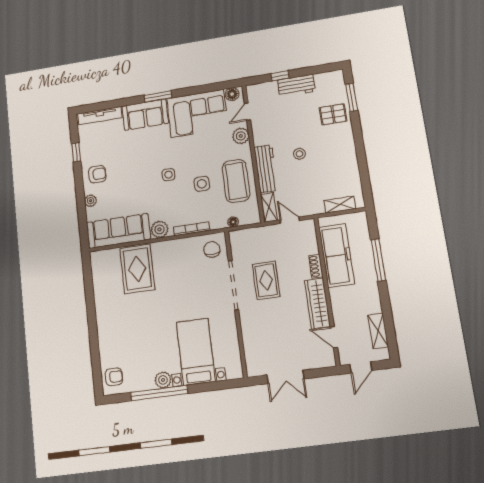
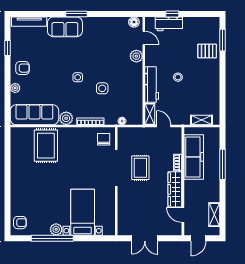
workbench: (296, 86) -> (169, 24), moved
door: (247, 112) -> (144, 38), swing flipped
corner sofa: (197, 113) -> (106, 33), removed
coffee table: (236, 181) -> (128, 90), removed

